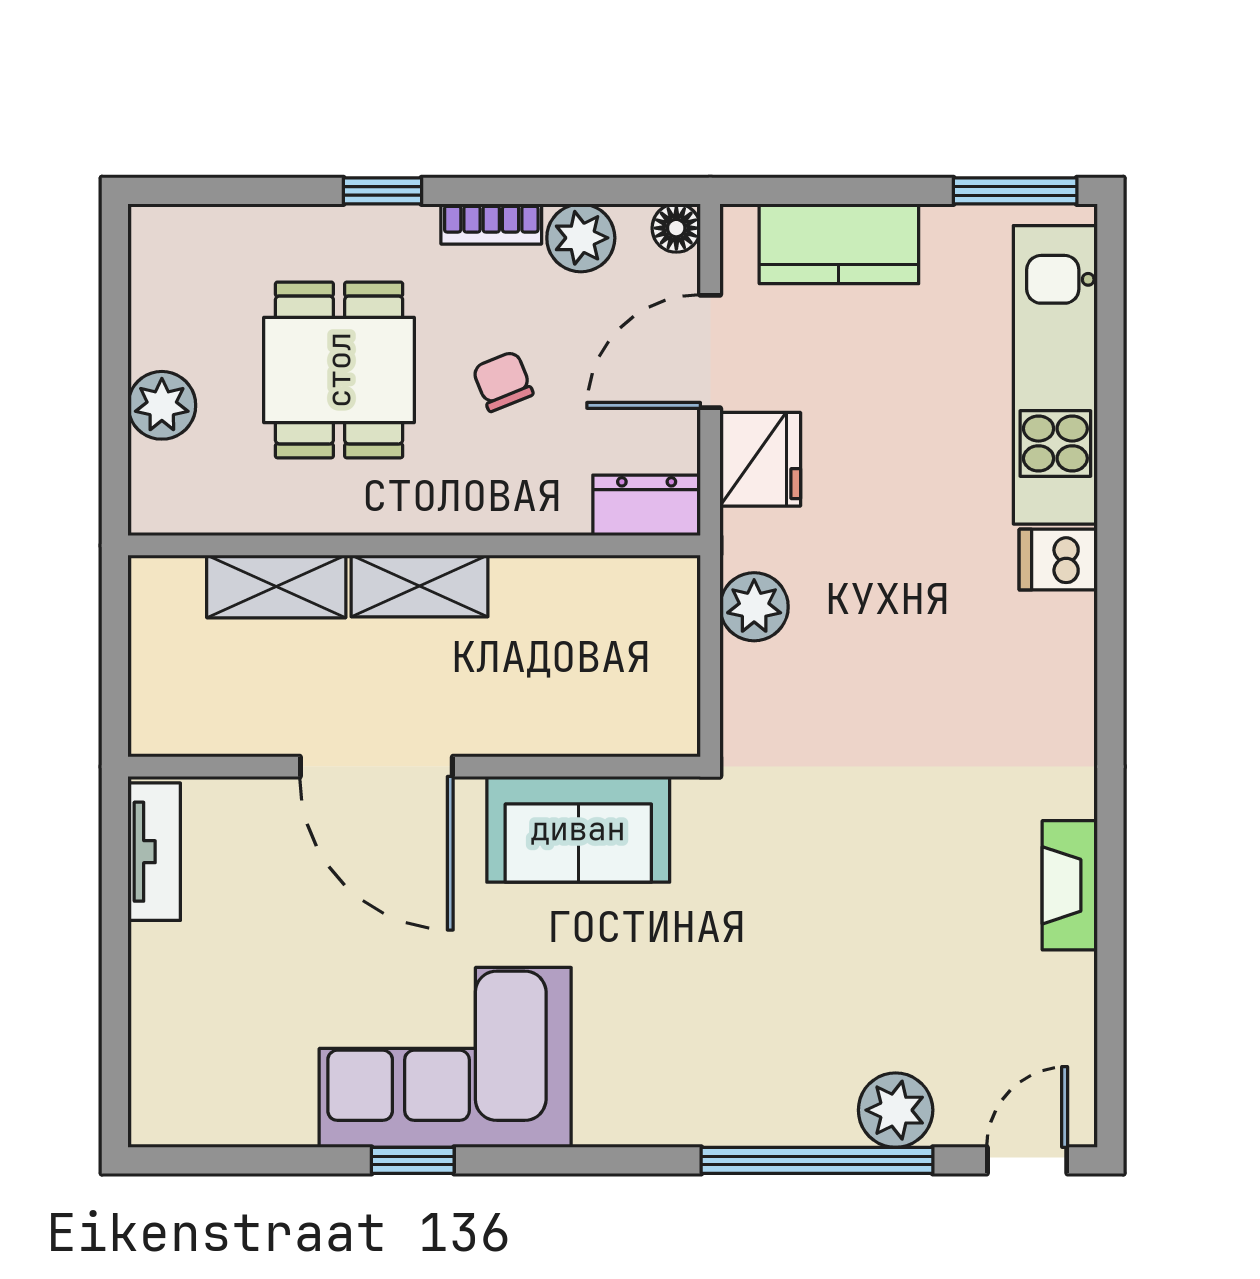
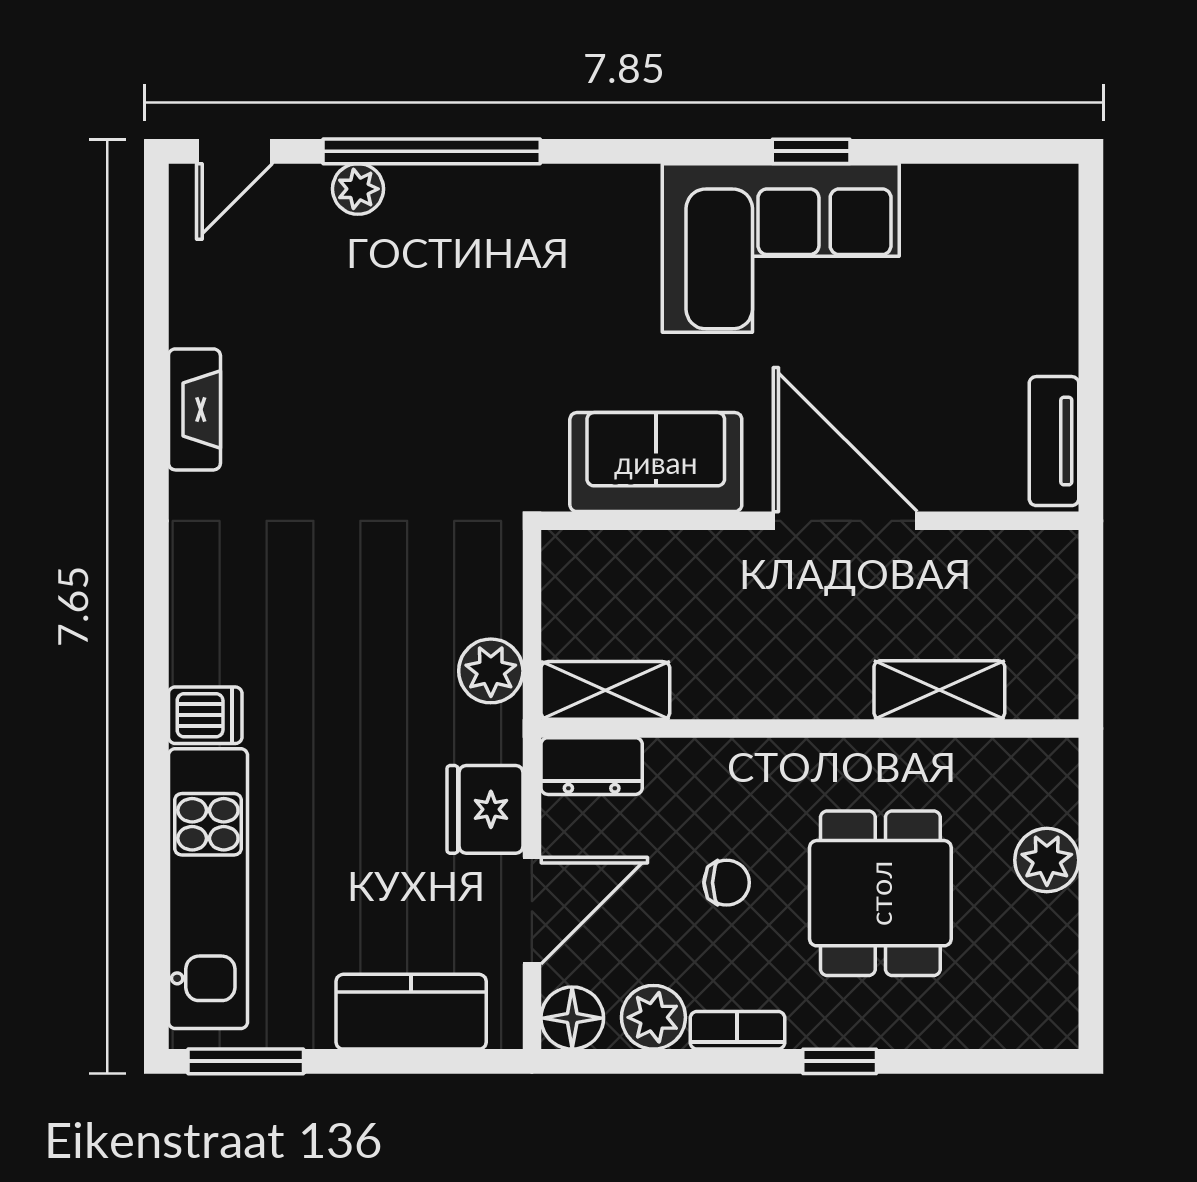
floor lamp: (676, 228) -> (572, 1018), width x1.37, depth x1.37
chair: (503, 381) -> (727, 883), turned -68
shelving: (420, 586) -> (605, 690), moved
plant: (896, 1110) -> (358, 189), width x0.73, depth x0.73

